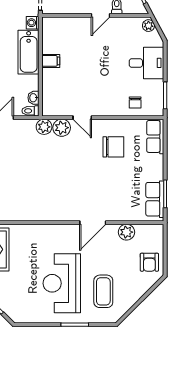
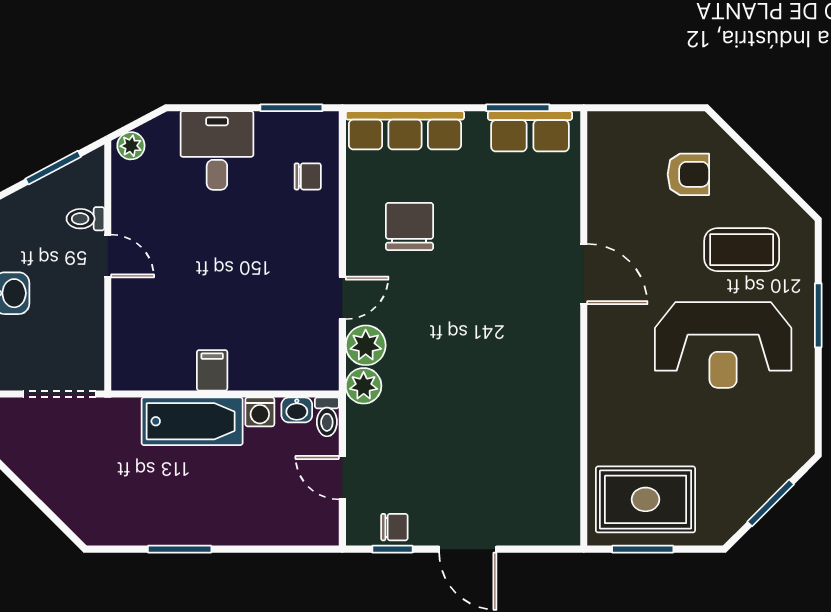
washing machine: (33, 23) -> (260, 412), moved
row of seats: (155, 136) -> (405, 130), width x1.48
plant: (126, 232) -> (606, 196), removed
armchair: (149, 262) -> (688, 174), moved

